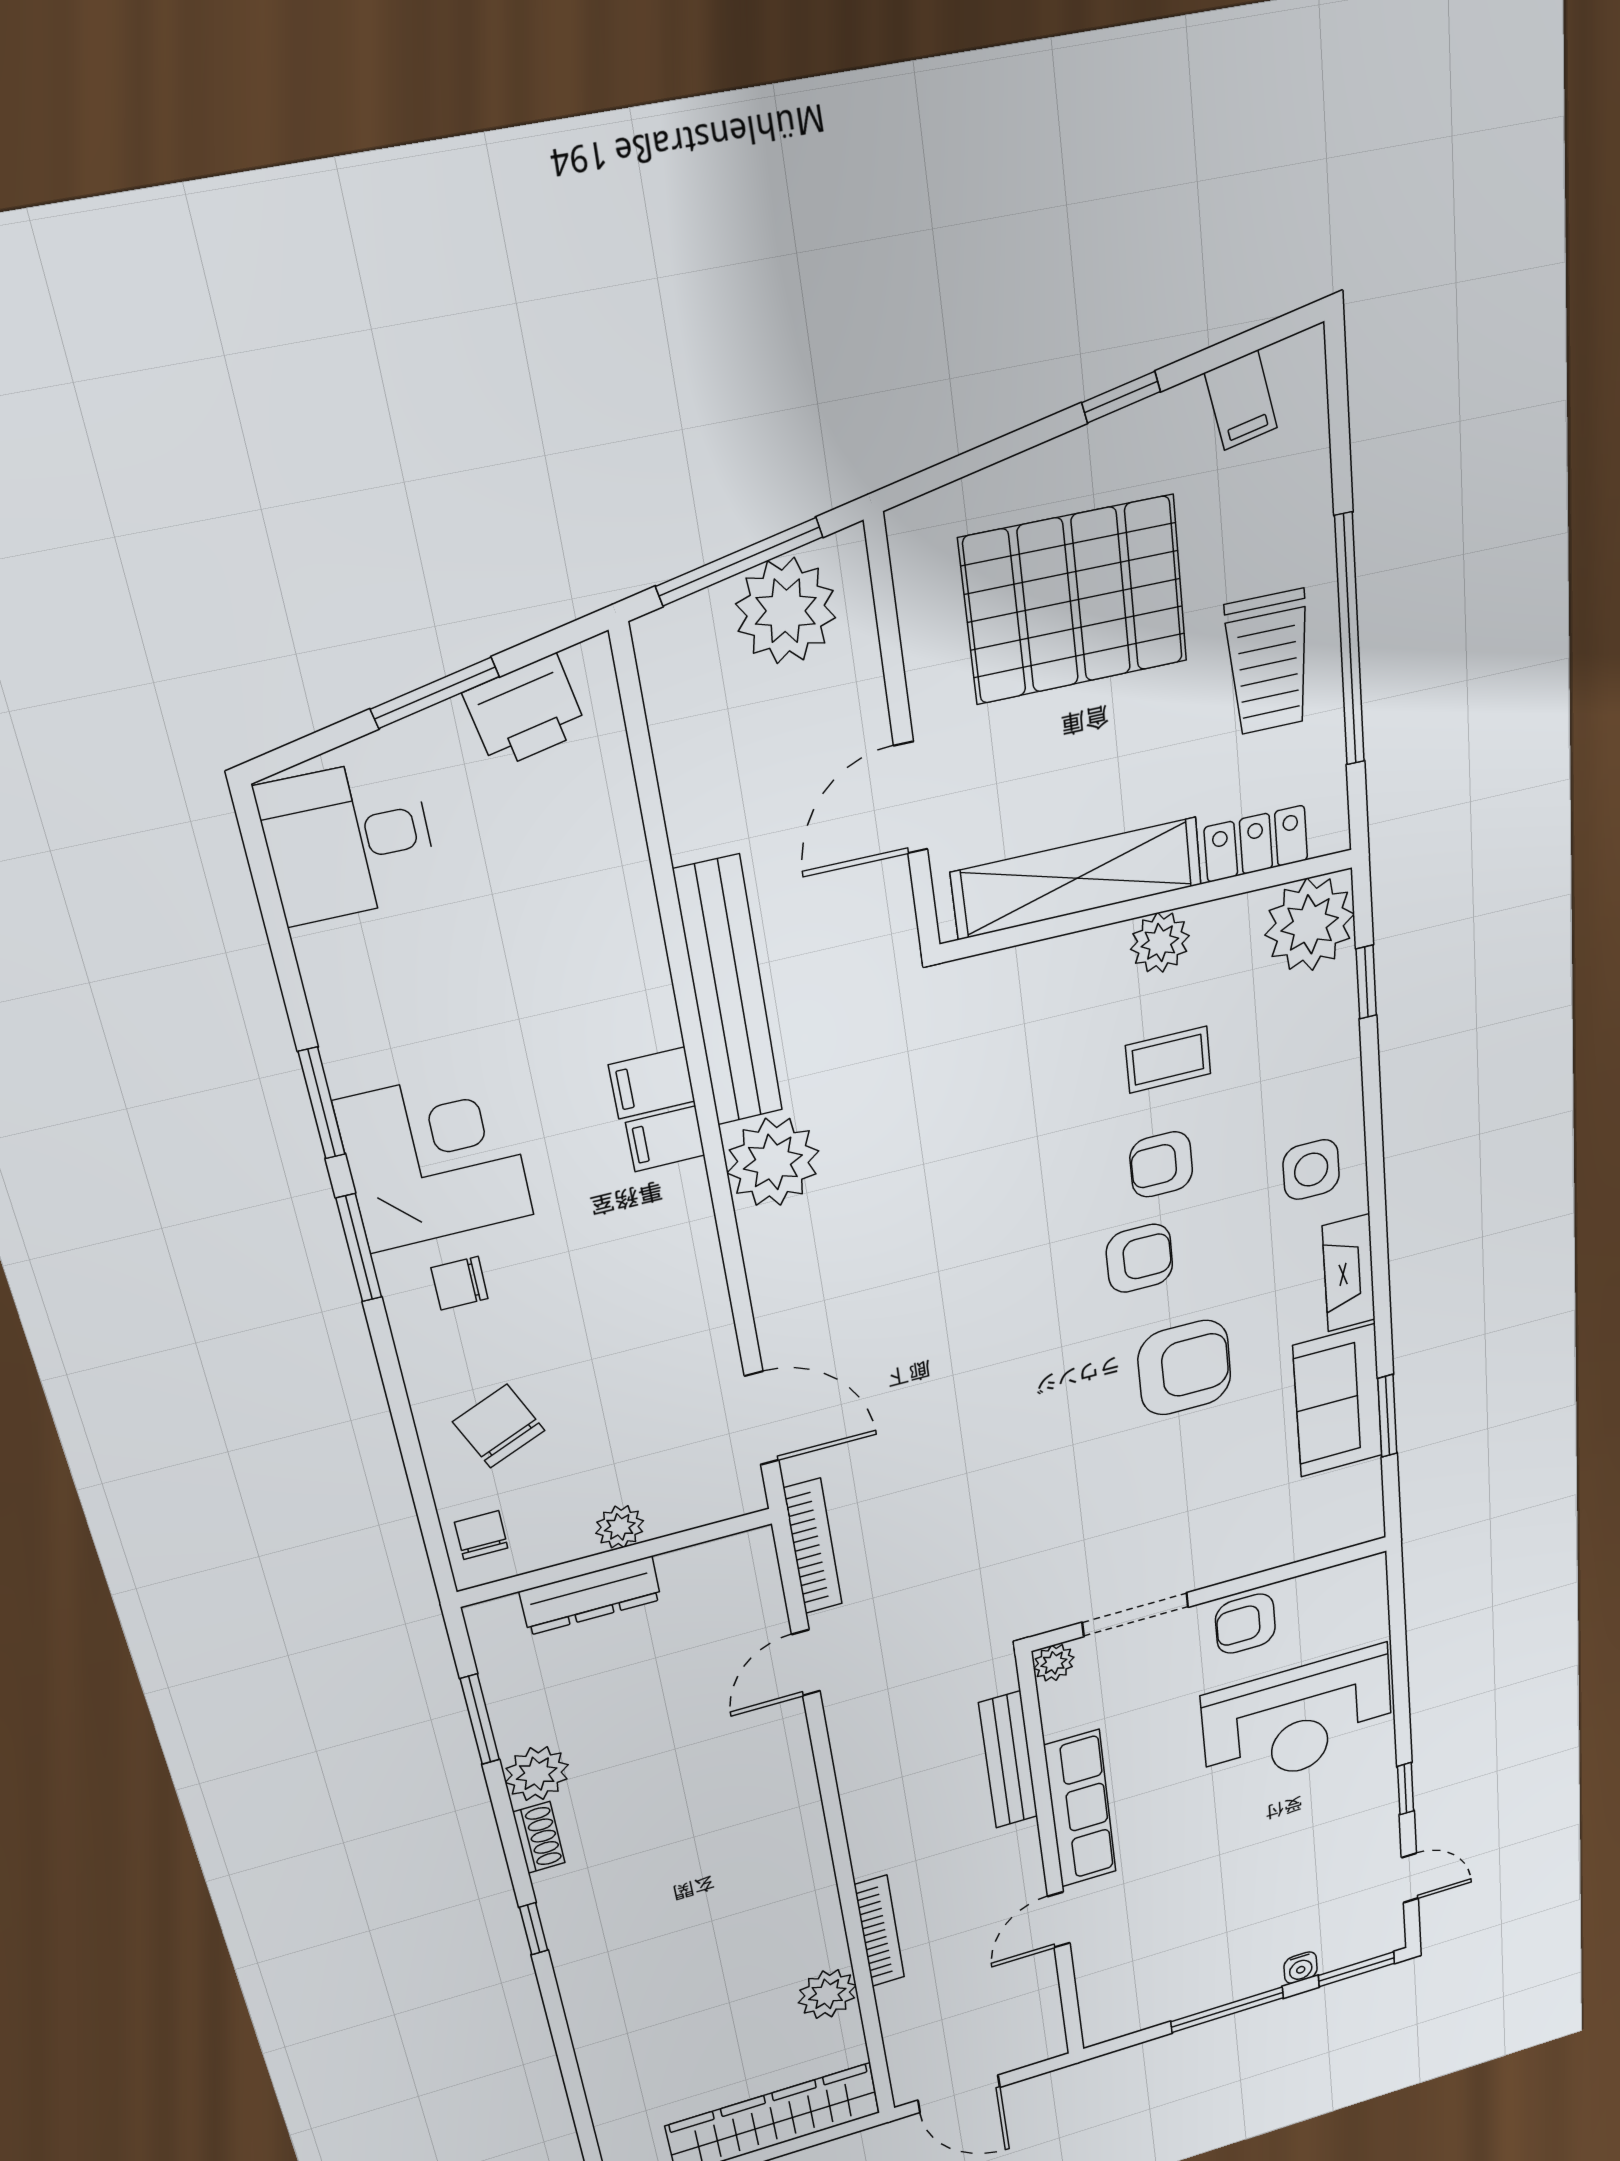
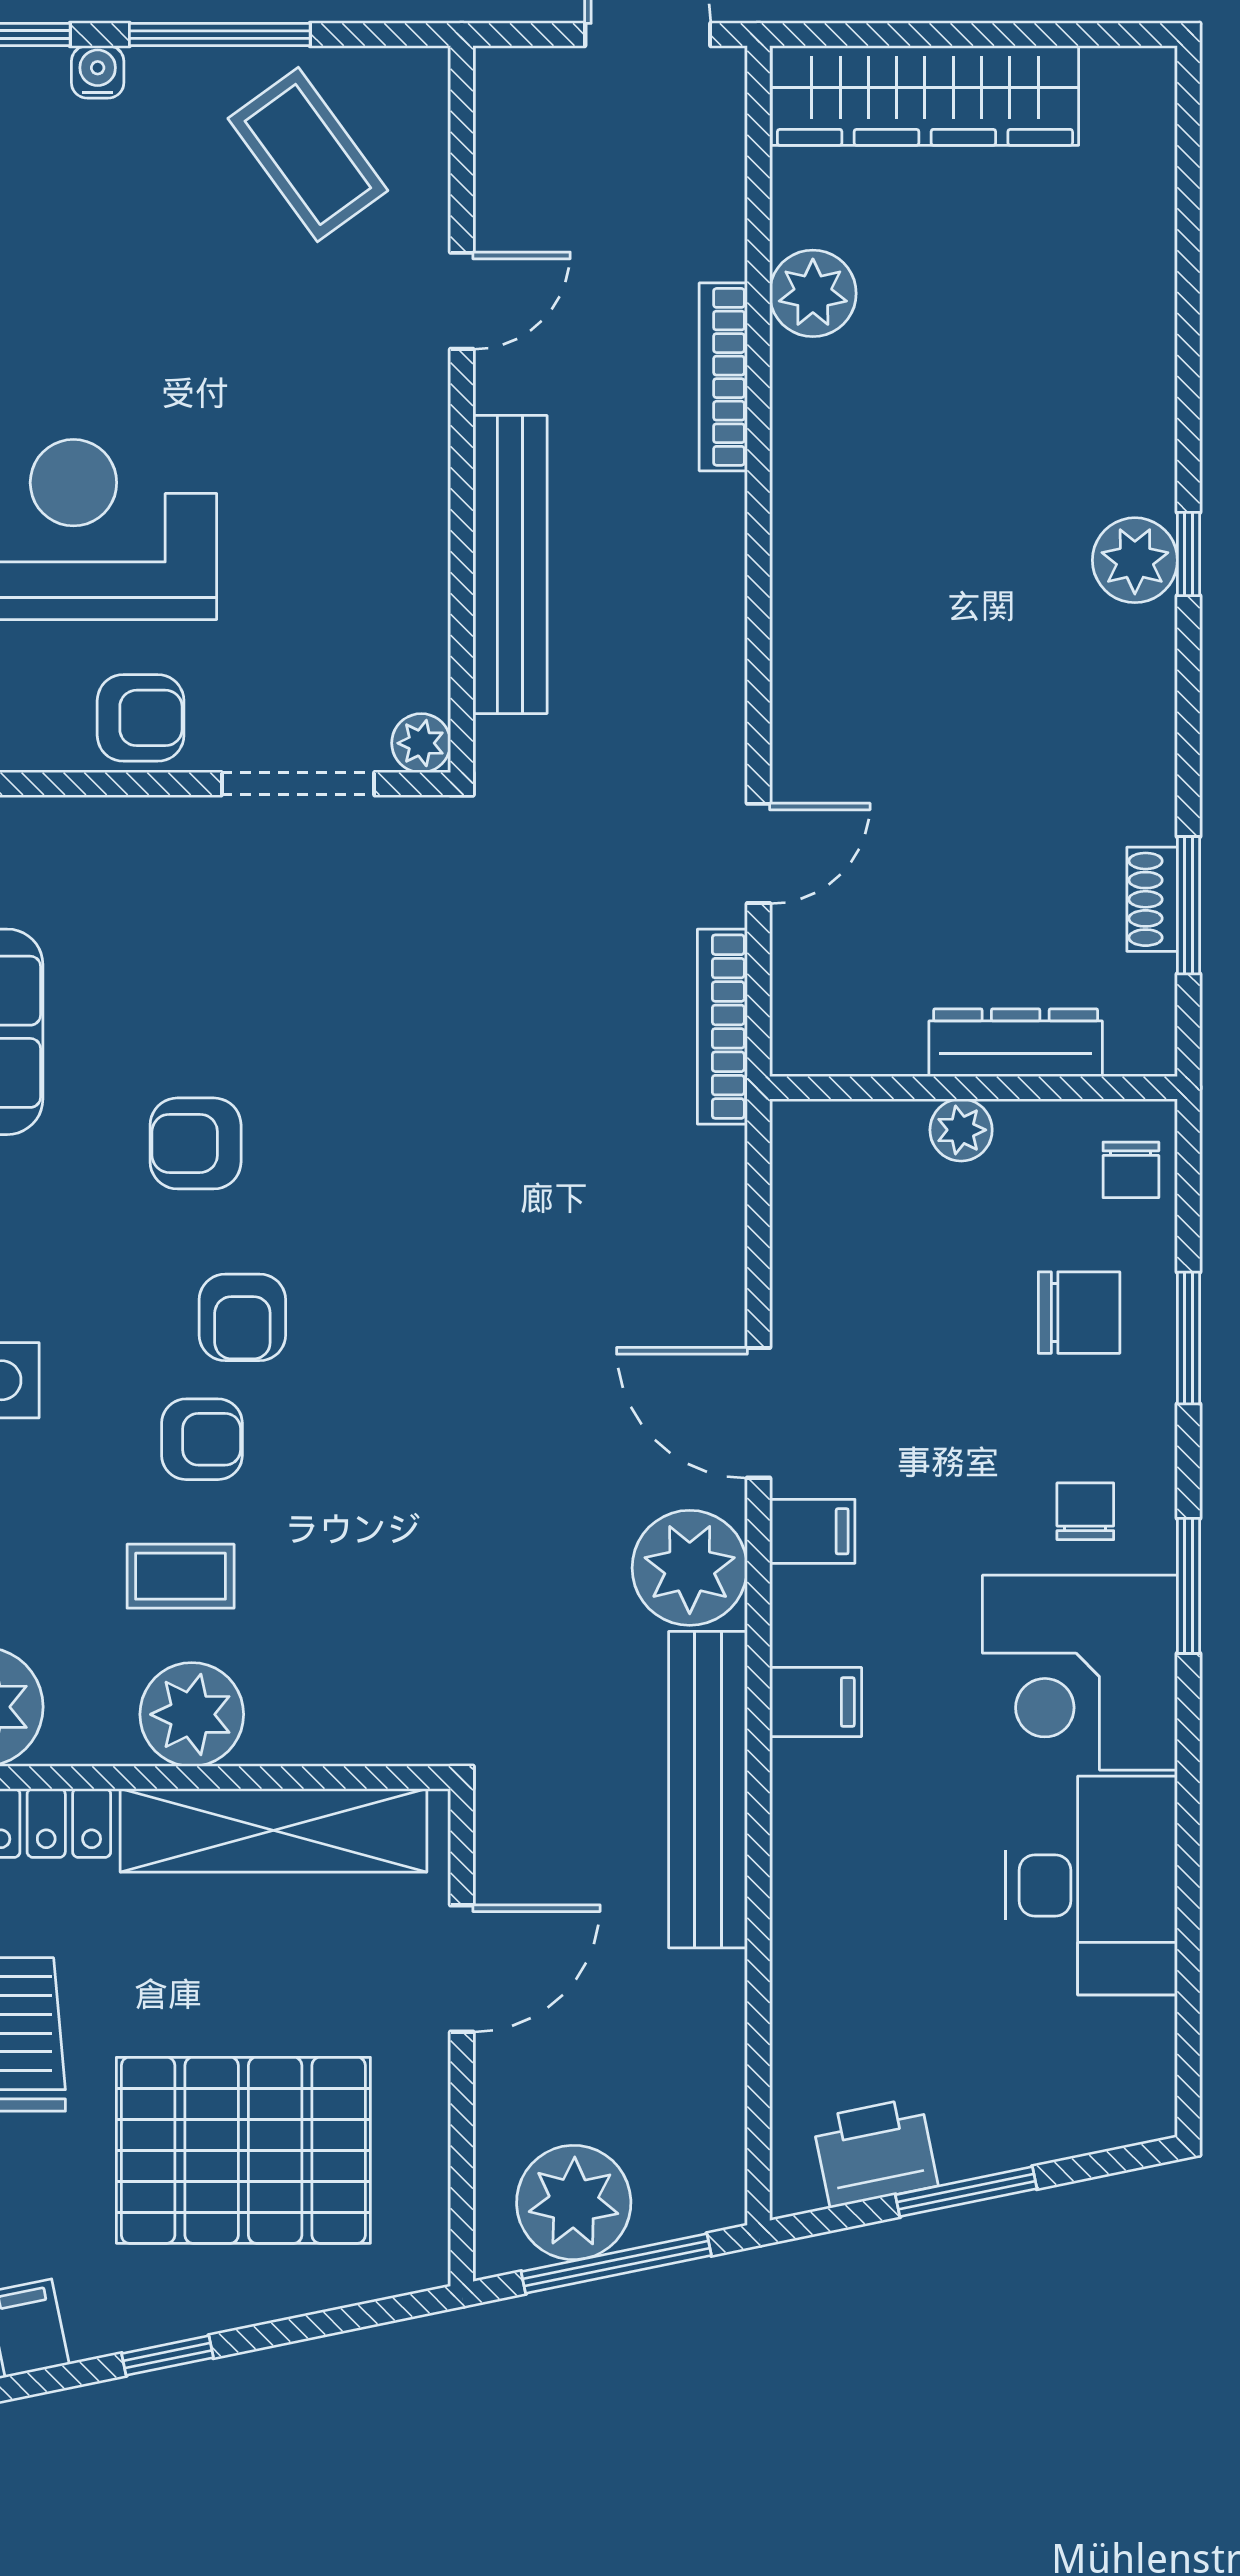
desk: (348, 841) -> (1091, 1885), moved, width x1.37
plant: (1160, 943) -> (192, 1714), width x1.36, depth x1.36
window: (322, 1103) -> (1189, 1338), moved
filing cabinet: (665, 1139) -> (812, 1531), moved
armchair: (1140, 1258) -> (242, 1317), turned -90
chair: (459, 1283) -> (1085, 1511), turned -90
armchair: (1184, 1368) -> (196, 1143), width x0.72, depth x0.72
door: (762, 1418) -> (758, 1413), moved
chair: (499, 1426) -> (1079, 1313), turned -67
bench: (1008, 1760) -> (510, 564), width x1.37, depth x1.21
plant: (537, 1774) -> (1135, 560), moved
row of seats: (1080, 1809) -> (409, 485), removed
shoe rack: (539, 1837) -> (1152, 899), moved
coffee table: (1166, 1966) -> (308, 154), added

